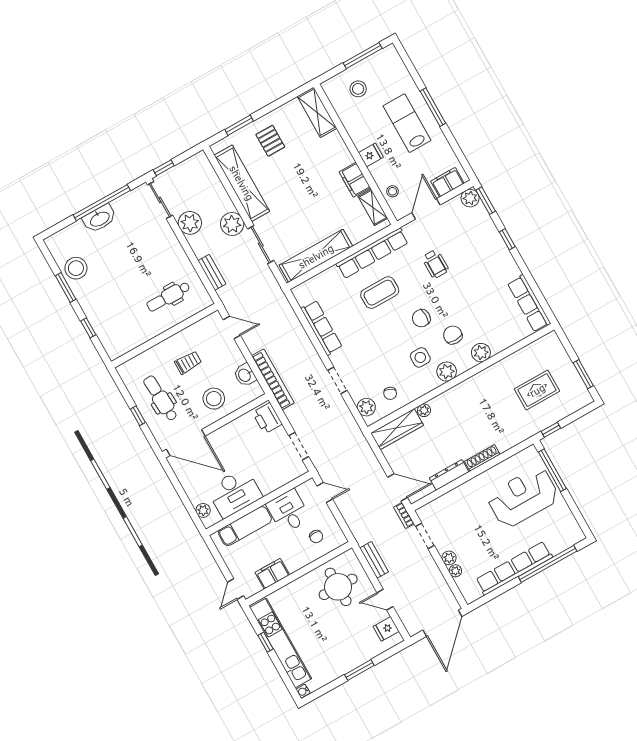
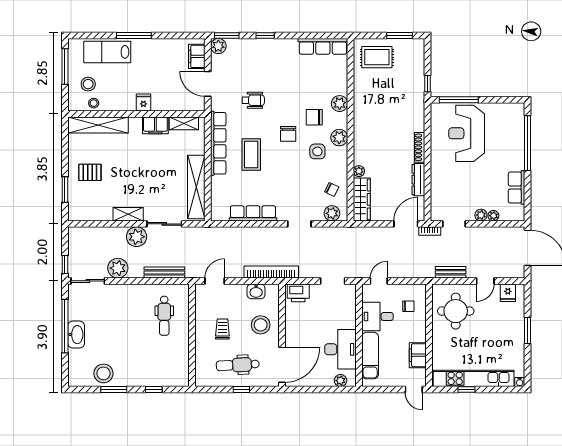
shelving: (317, 112) -> (98, 125), width x1.47
lab bench: (407, 123) -> (107, 52), moved
shelving: (242, 183) -> (128, 214), width x0.45, depth x0.75
stool: (393, 191) -> (94, 103), moved
bench: (212, 272) -> (164, 272), width x1.36
rug: (537, 390) -> (377, 57), moved, turned 90
row of seats: (514, 568) -> (517, 187), width x0.50

